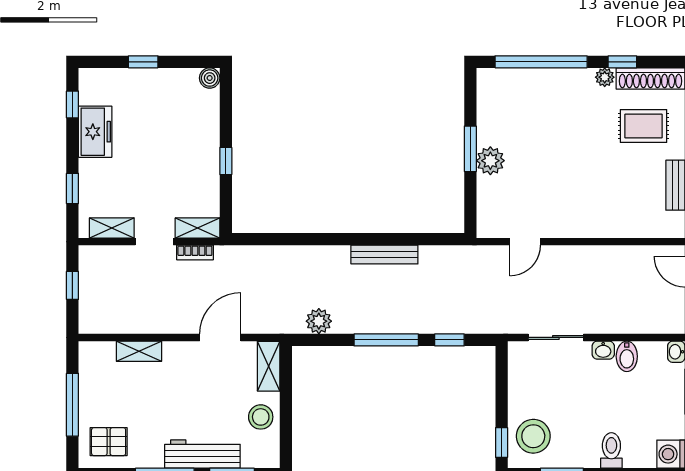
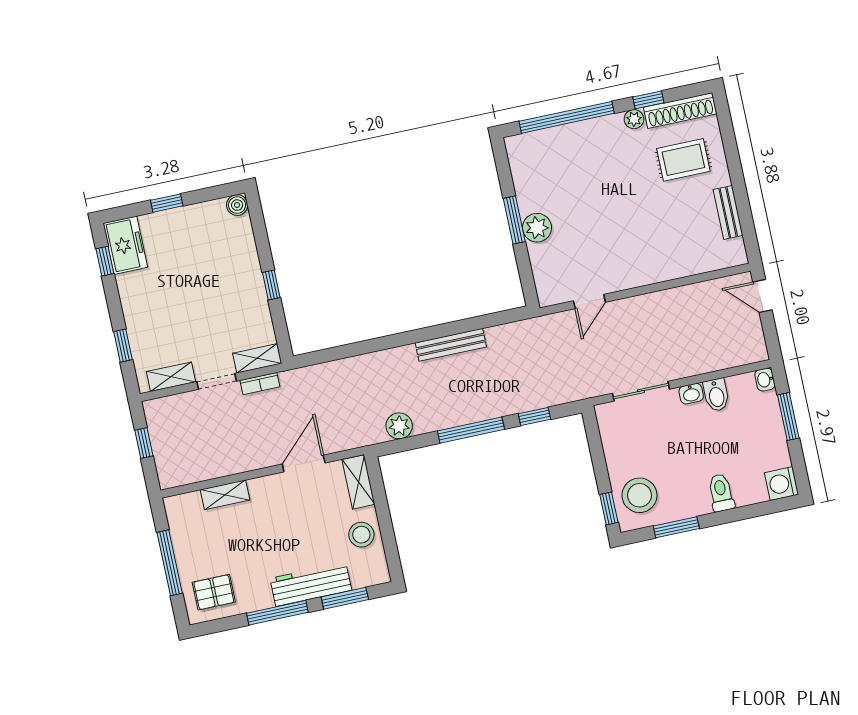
freezer: (95, 132) -> (125, 245), moved

